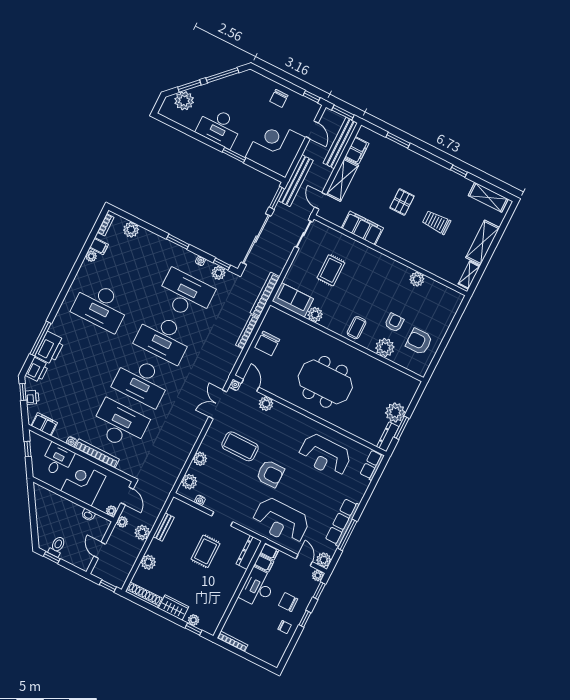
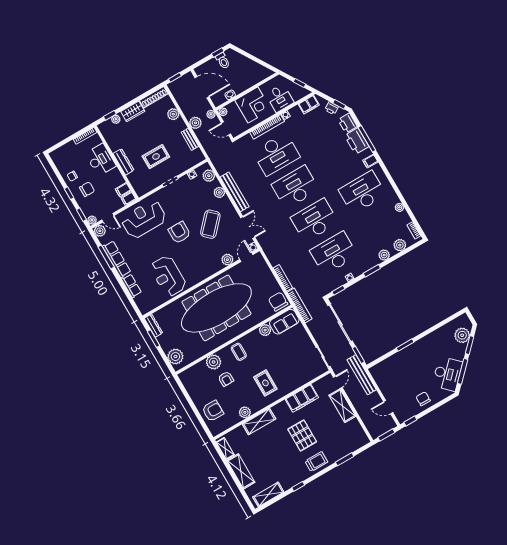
desk: (219, 127) -> (447, 374), moved, turned 135
bench: (340, 143) -> (235, 192), moved
corner desk: (275, 147) -> (392, 375), removed
filing cabinet: (357, 150) -> (356, 428), removed
door: (320, 201) -> (338, 382), hinge flipped
pallet: (402, 202) -> (302, 436), width x1.50, depth x1.42
trolley: (436, 222) -> (316, 462), moved
filing cabinet: (99, 246) -> (370, 161), moved
shelving: (417, 258) -> (259, 422), added
rug: (331, 270) -> (265, 383), moved
plant: (219, 273) -> (384, 255), moved
desk: (186, 295) -> (334, 253), turned 180
armchair: (419, 341) -> (213, 411), moved
chair: (267, 343) -> (278, 302), moved
meeting table: (325, 382) -> (216, 308), width x1.86, depth x1.27
door: (250, 385) -> (246, 257), swing flipped
plant: (395, 412) -> (175, 357), moved
coffee table: (240, 446) -> (210, 224), turned -47
reception desk: (325, 455) -> (168, 276), turned -90
row of seats: (372, 465) -> (131, 286), moved
armchair: (270, 474) -> (179, 232), turned 90
door: (100, 550) -> (202, 87), width x1.88
rug: (205, 551) -> (156, 156), turned 90
dresser: (249, 552) -> (124, 162), moved
desk: (258, 588) -> (101, 160), moved

